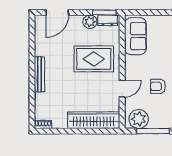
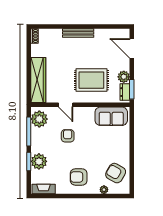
rug: (94, 59) -> (91, 80), turned 90

